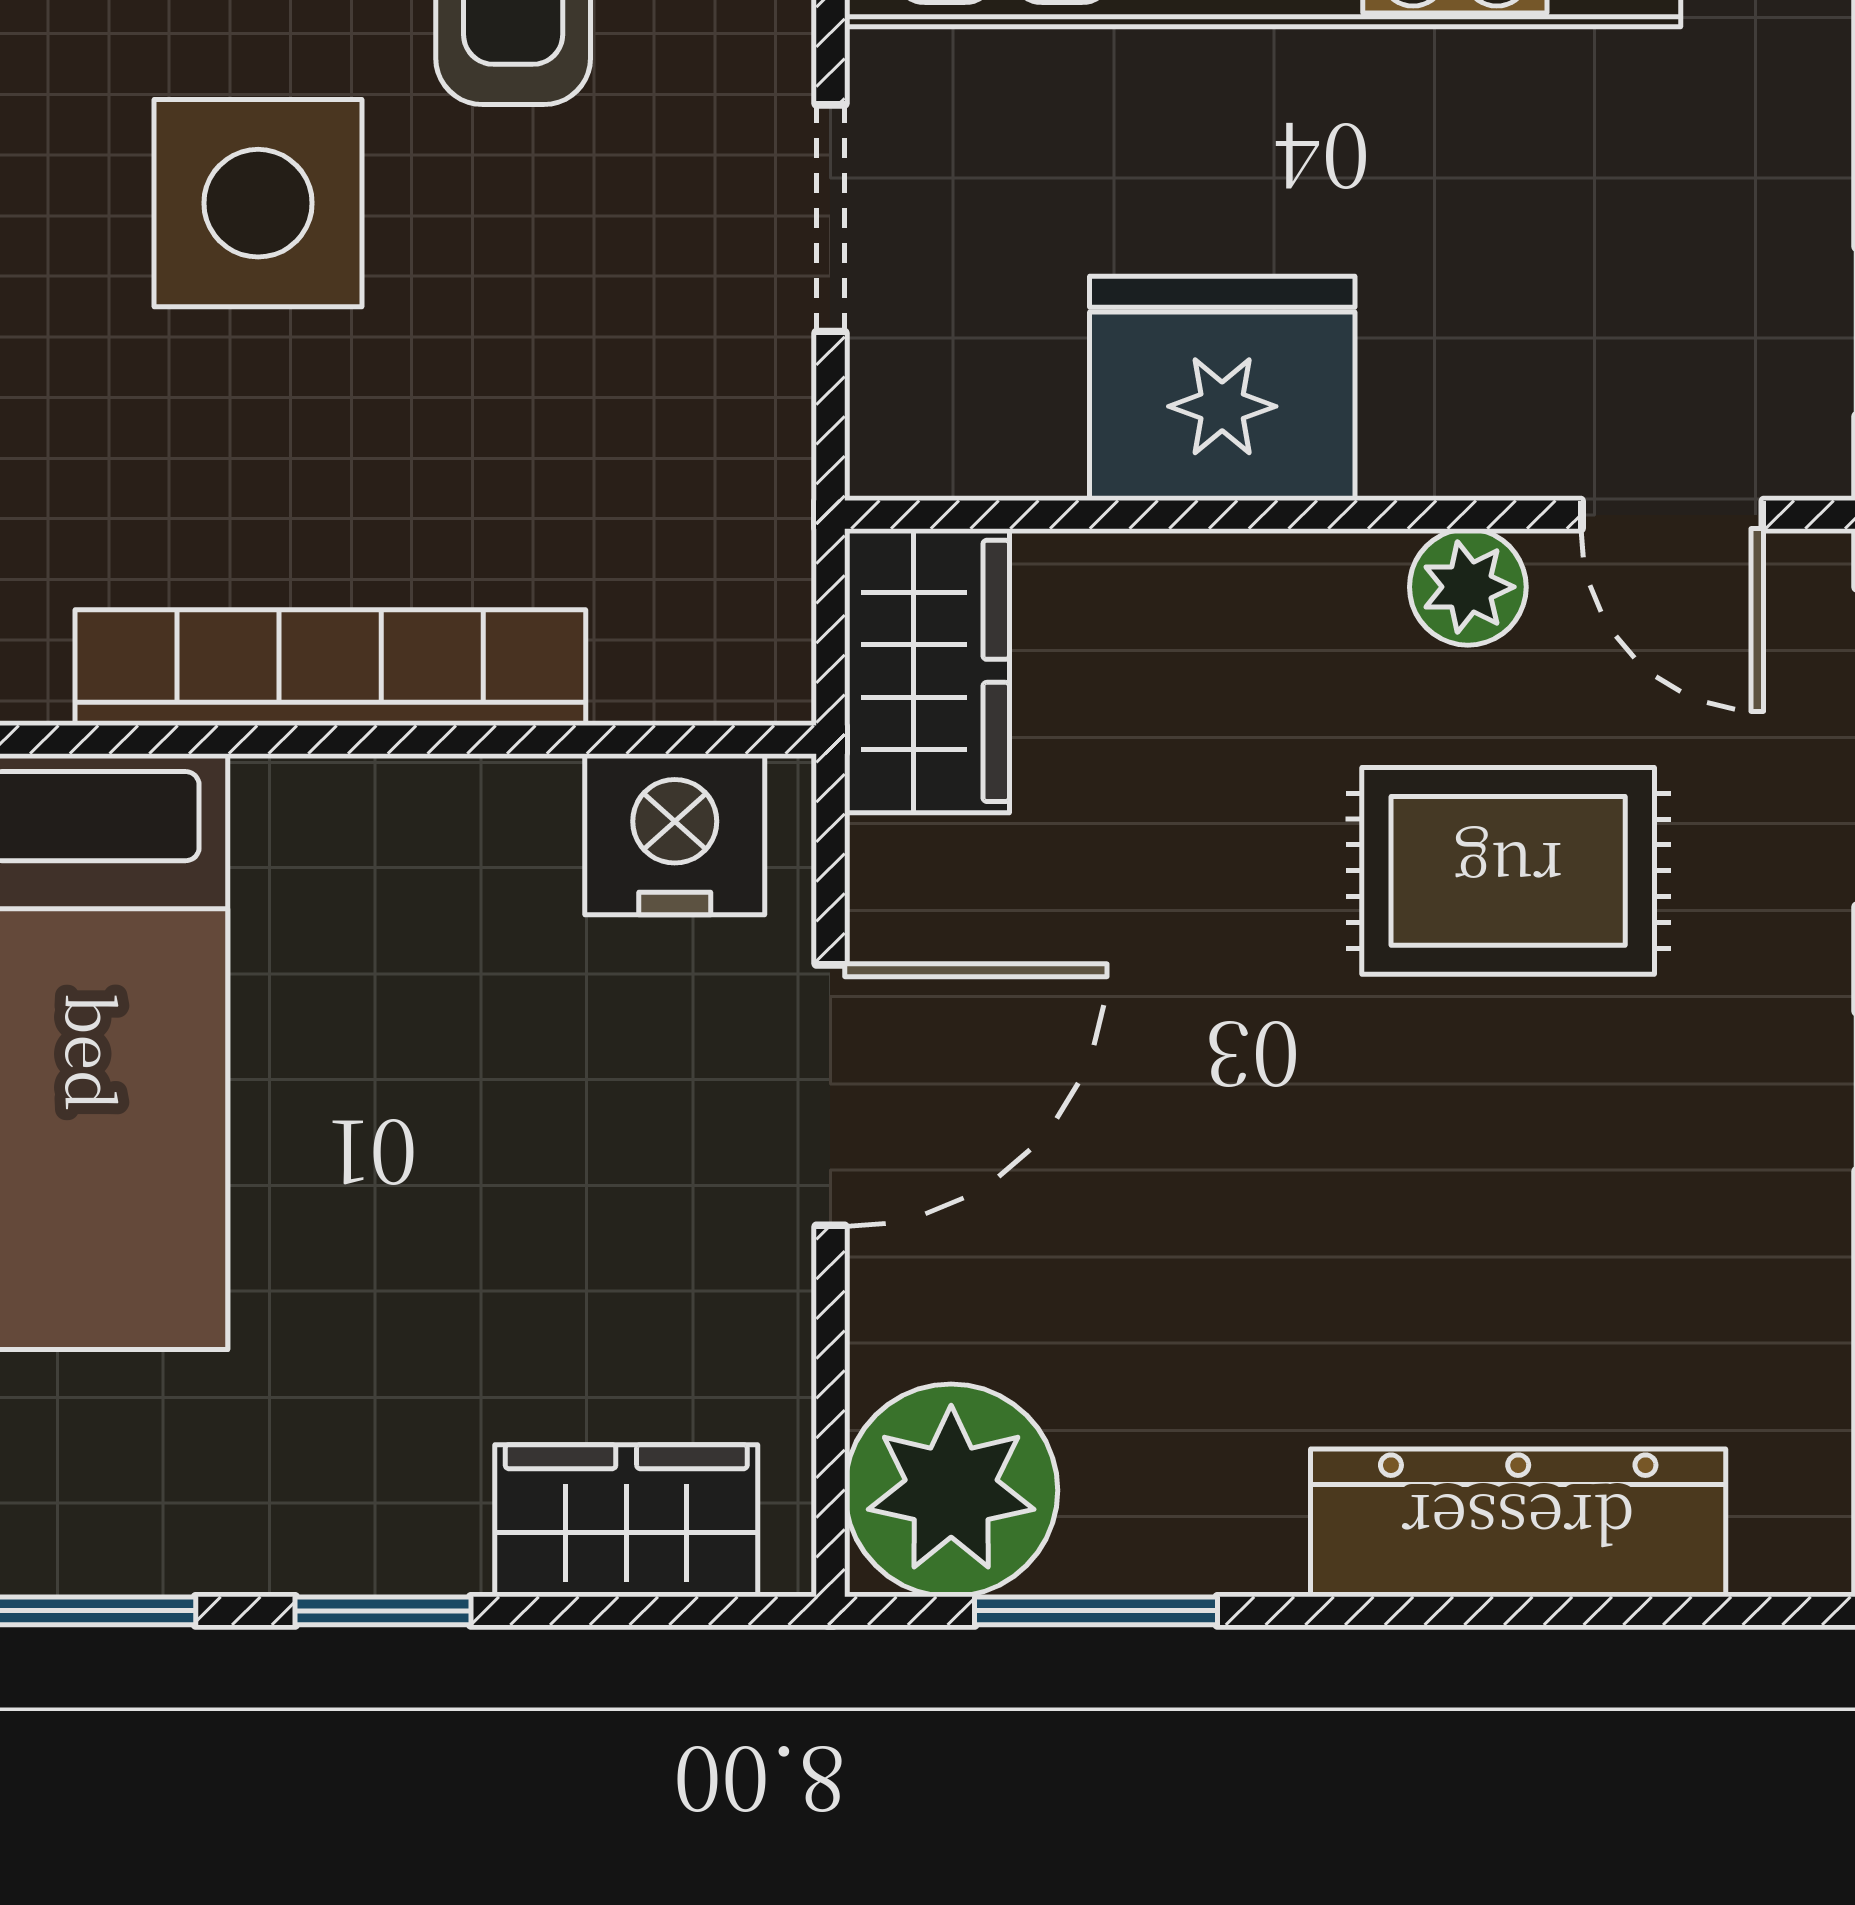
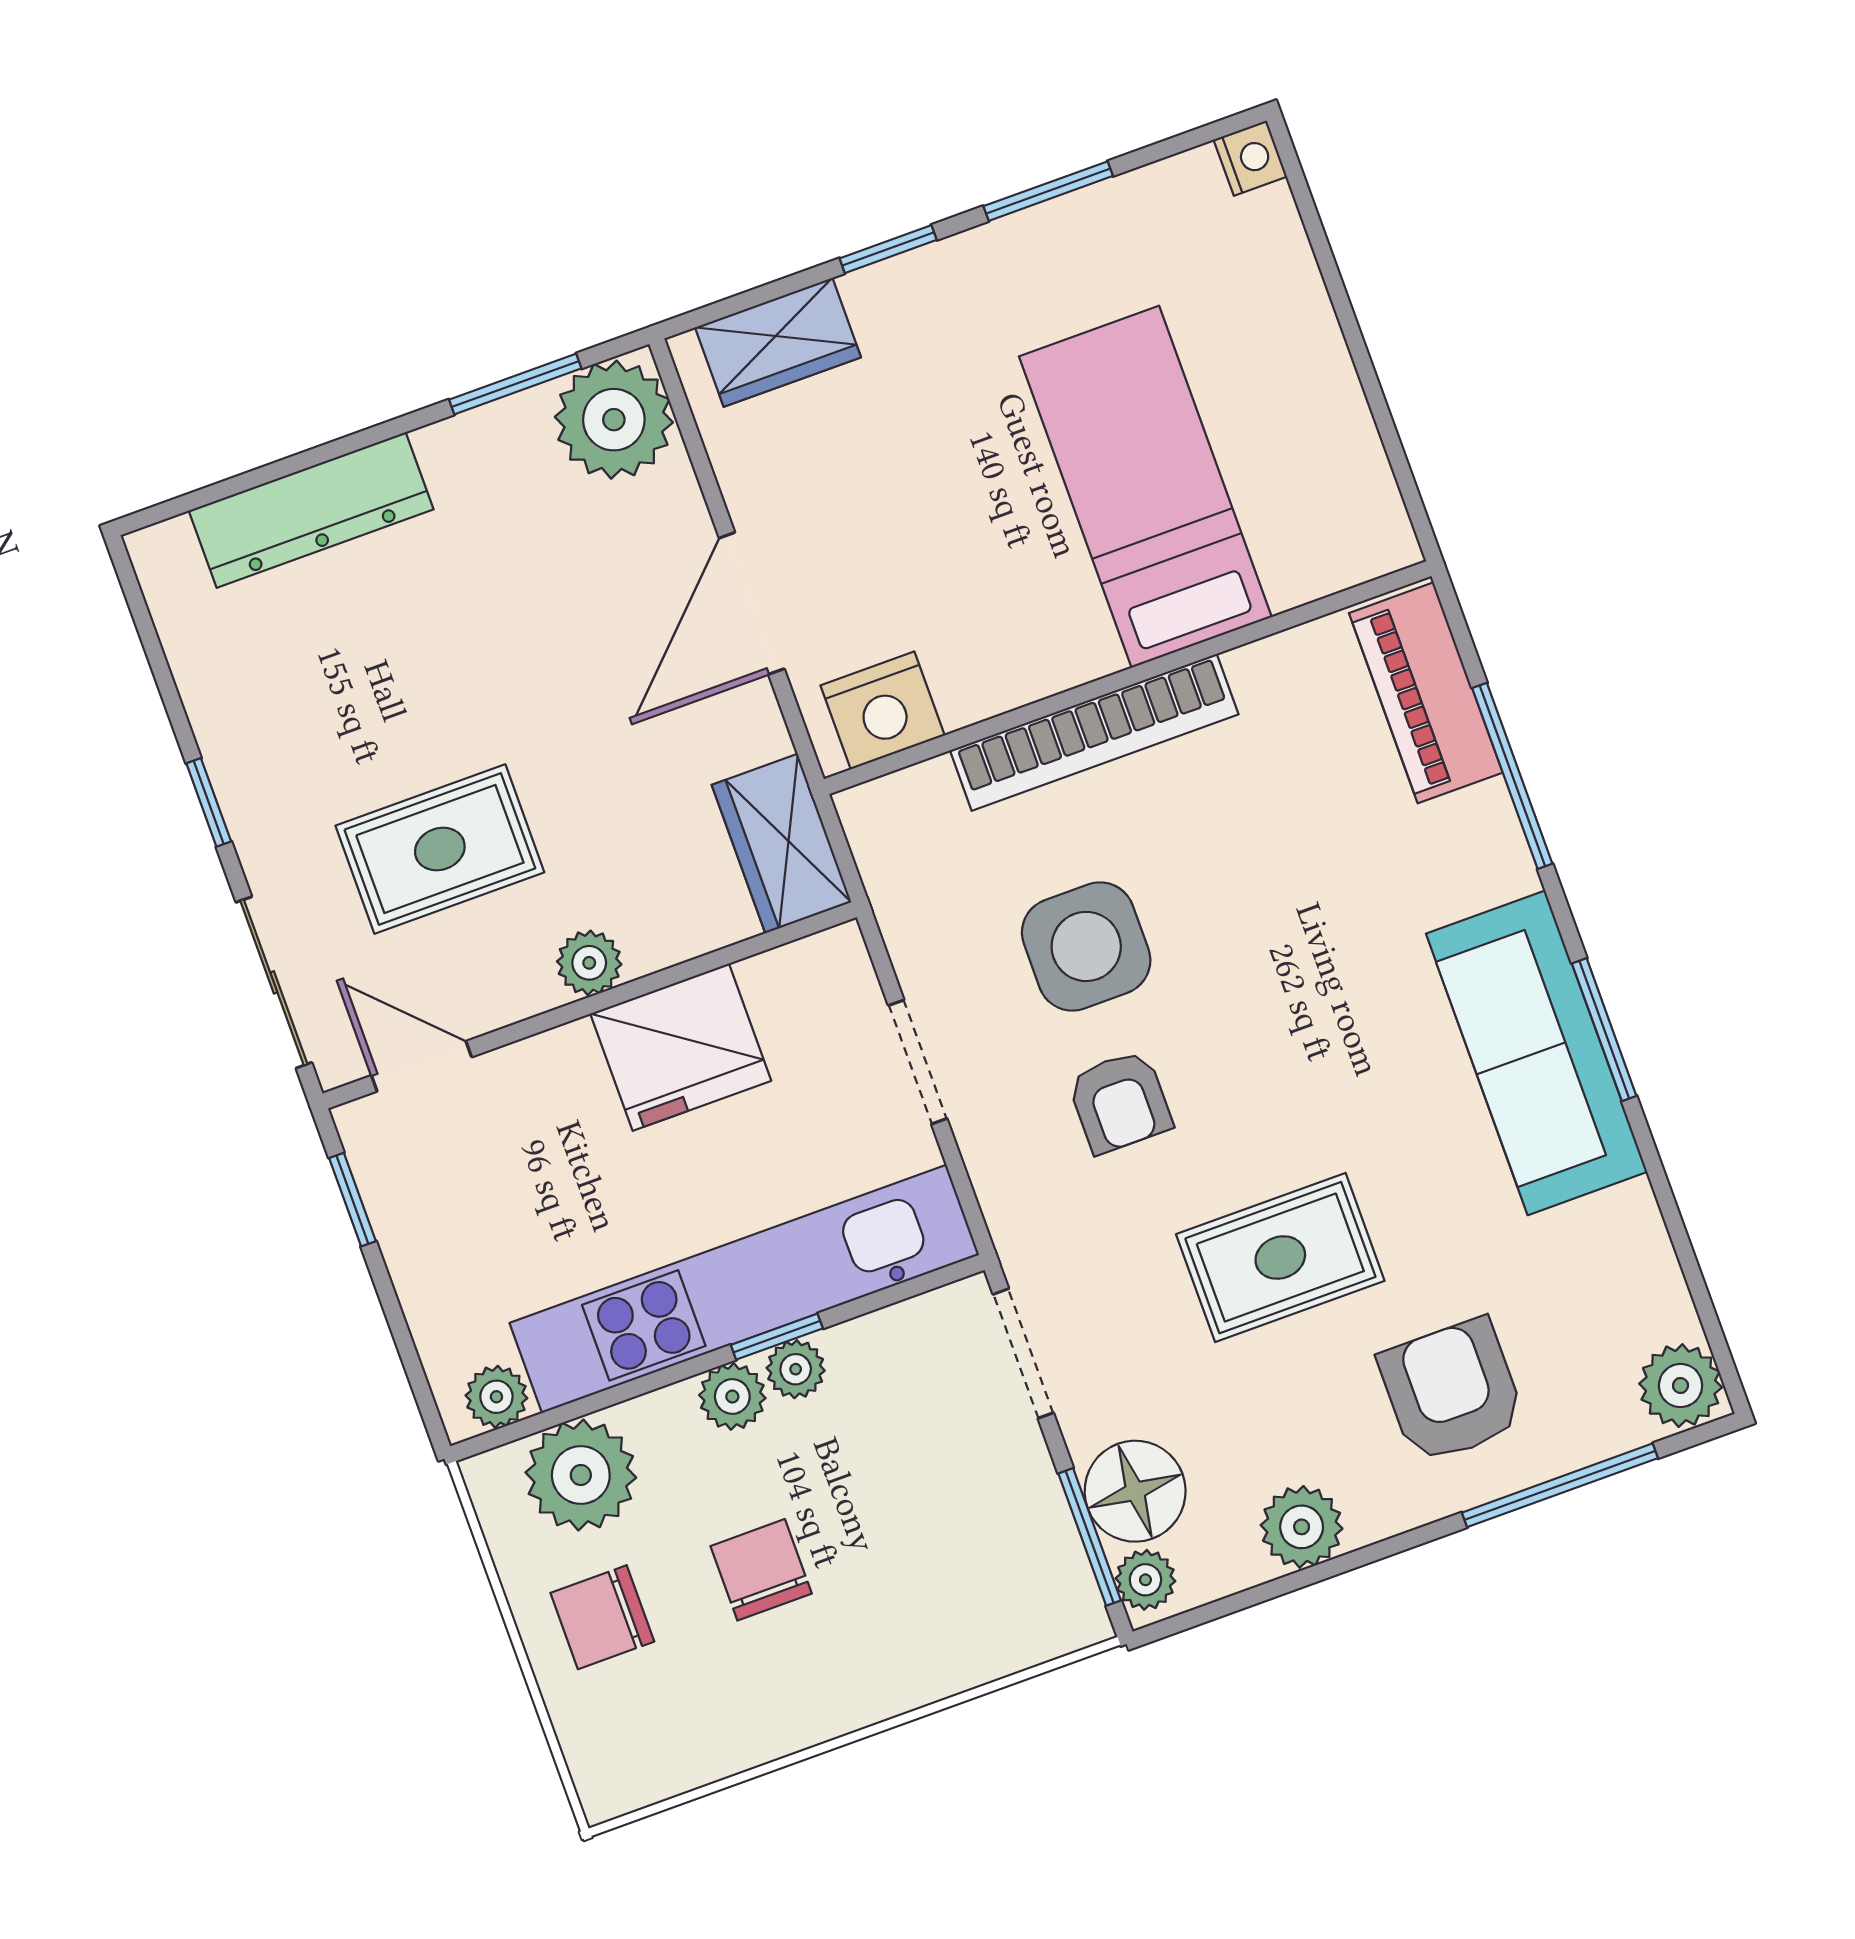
side table: (258, 203) -> (1086, 946), moved
plant: (1468, 587) -> (589, 963), moved

